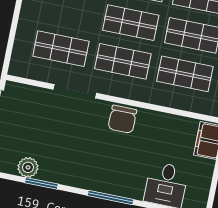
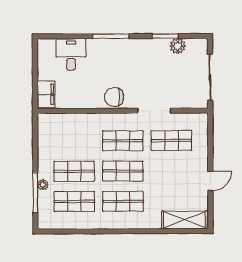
shop shelf: (185, 74) -> (74, 141), removed
chair: (122, 119) -> (114, 97), turned -90

